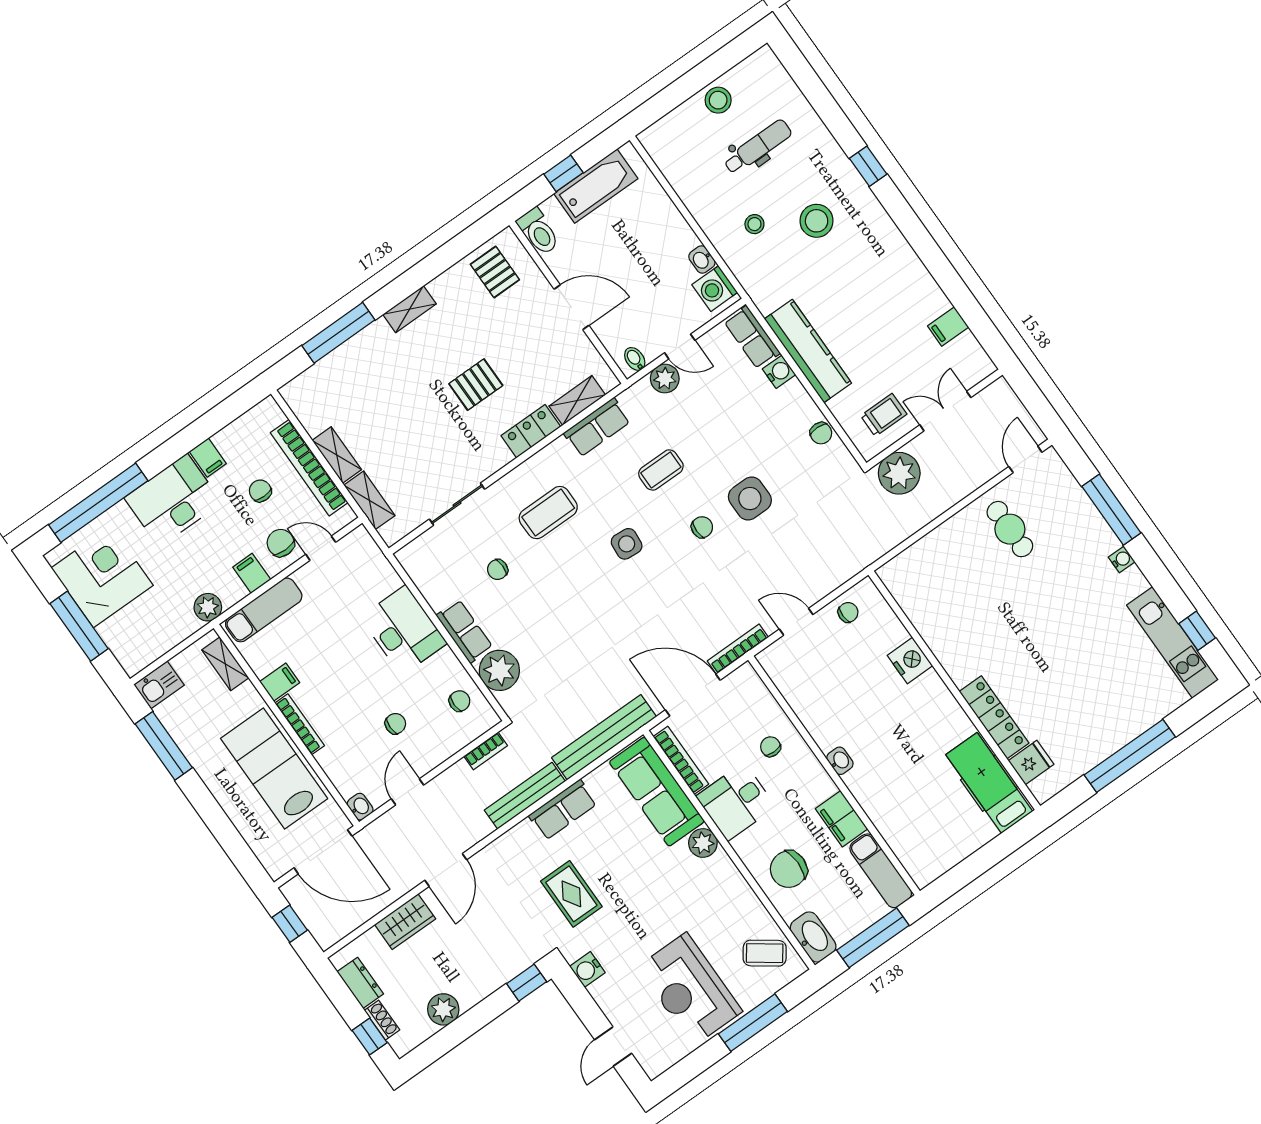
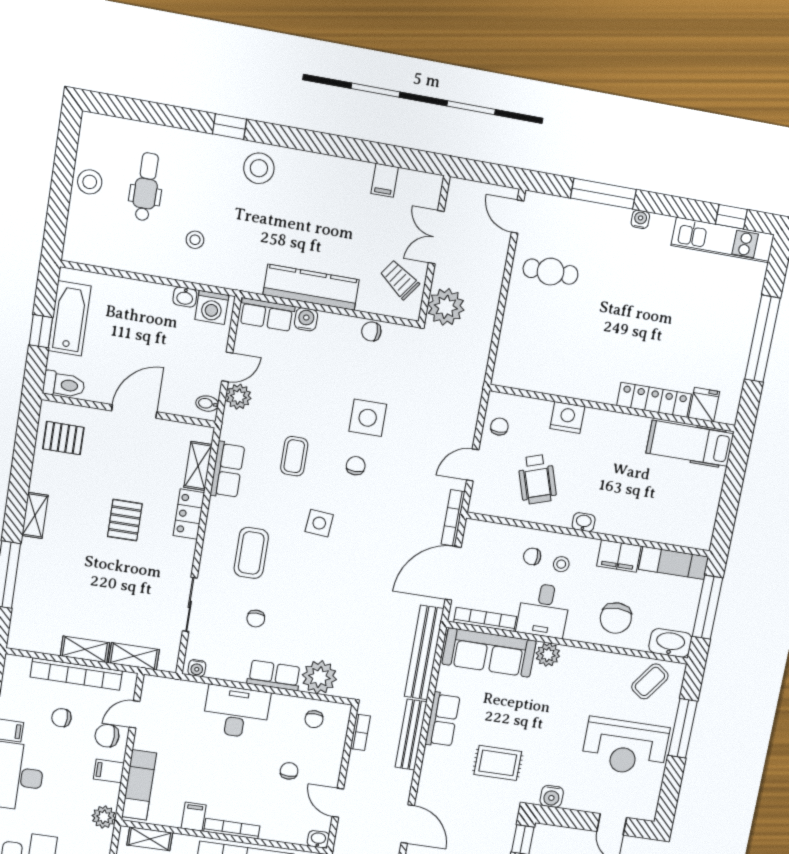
stool: (817, 221) -> (259, 168), moved
trolley: (884, 415) -> (400, 280), turned -54
chair: (821, 433) -> (371, 331), turned 180
water cooler: (409, 562) -> (197, 668), added
wheelchair: (837, 686) -> (537, 479), added
chair: (460, 701) -> (314, 719), turned 180
stool: (788, 777) -> (561, 564), added

